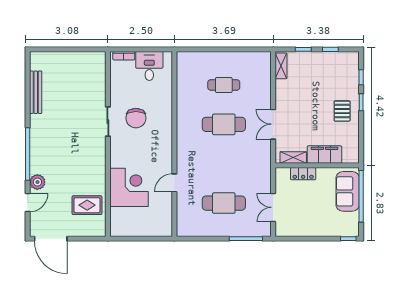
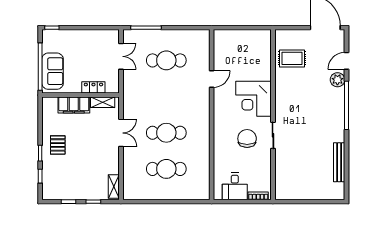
cafe table: (224, 85) -> (166, 169), width x1.37, depth x1.35
corner desk: (129, 187) -> (253, 99), moved

